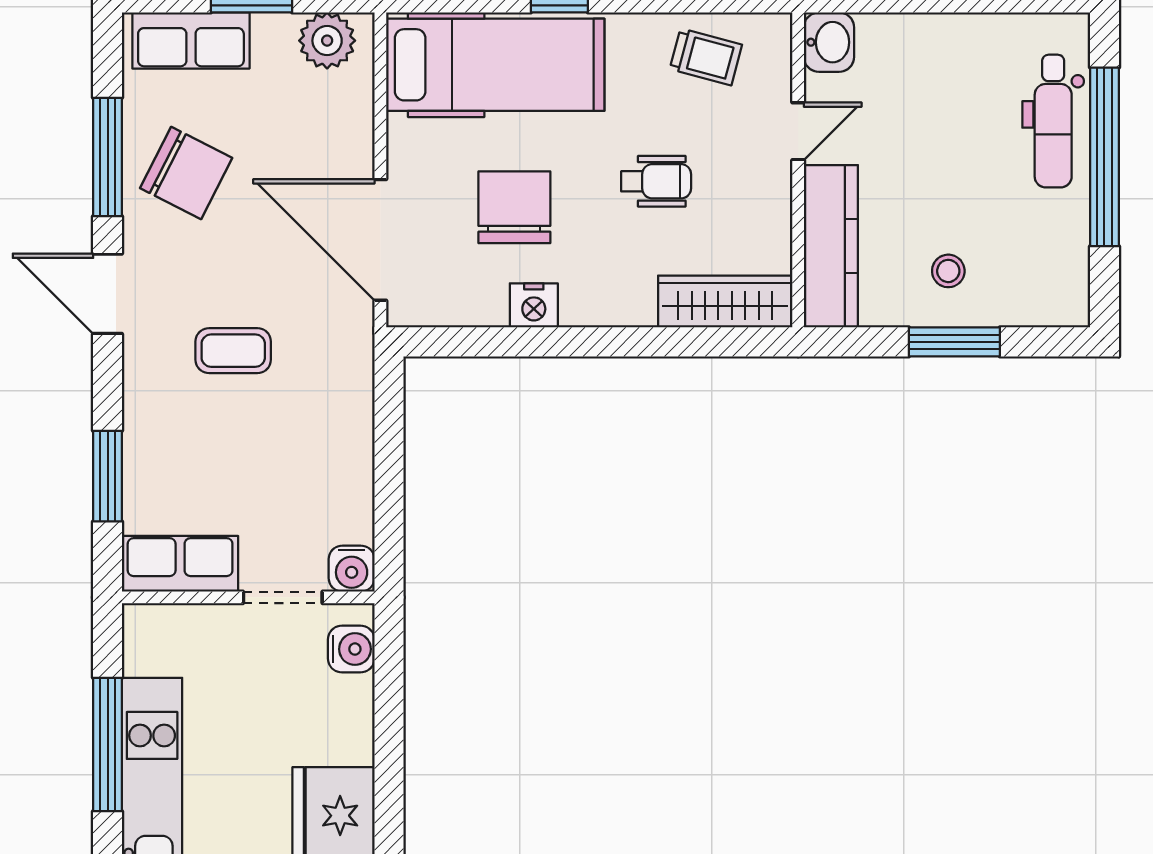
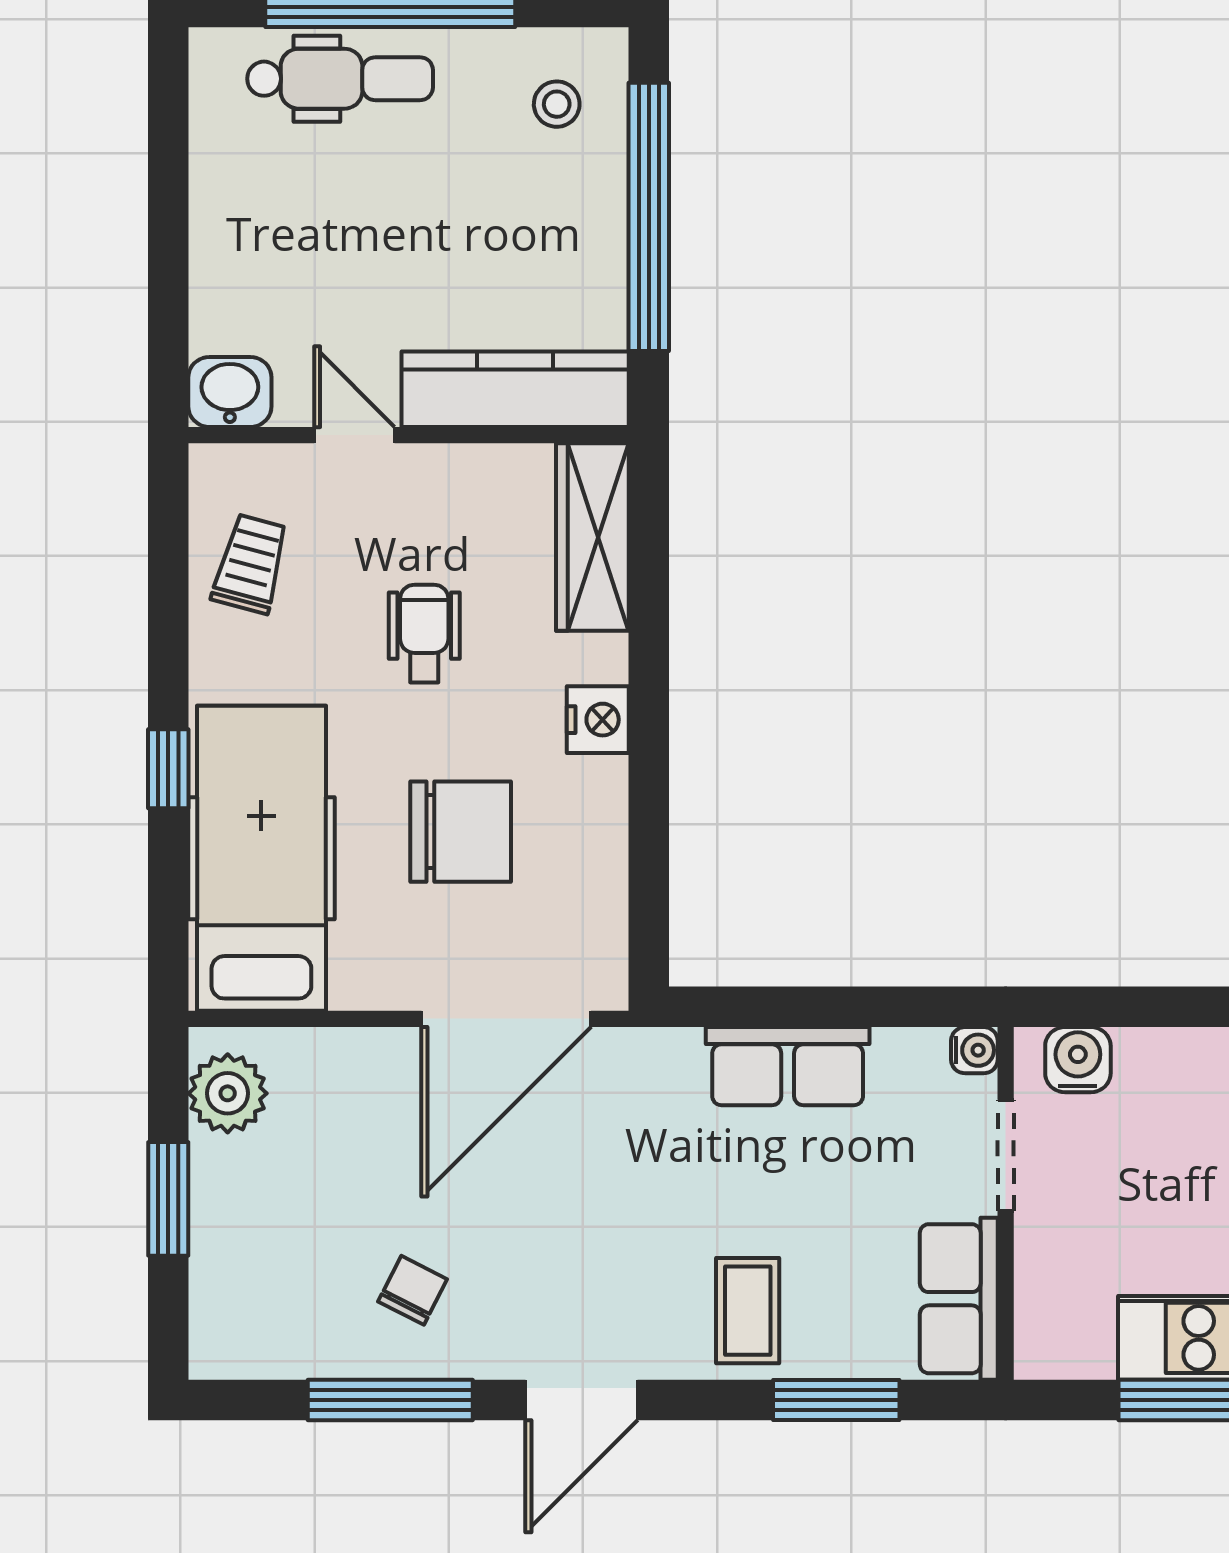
row of seats: (191, 40) -> (788, 1066), moved, turned 90
chair: (186, 173) -> (413, 1290), width x0.54, depth x0.54
chair: (514, 207) -> (461, 832), turned 180
stool: (948, 271) -> (557, 104), moved
nightstand: (534, 305) -> (598, 720), moved
window: (954, 342) -> (649, 217), width x2.11
coffee table: (233, 351) -> (748, 1311), moved
water cooler: (352, 569) -> (974, 1050), width x0.72, depth x0.72

